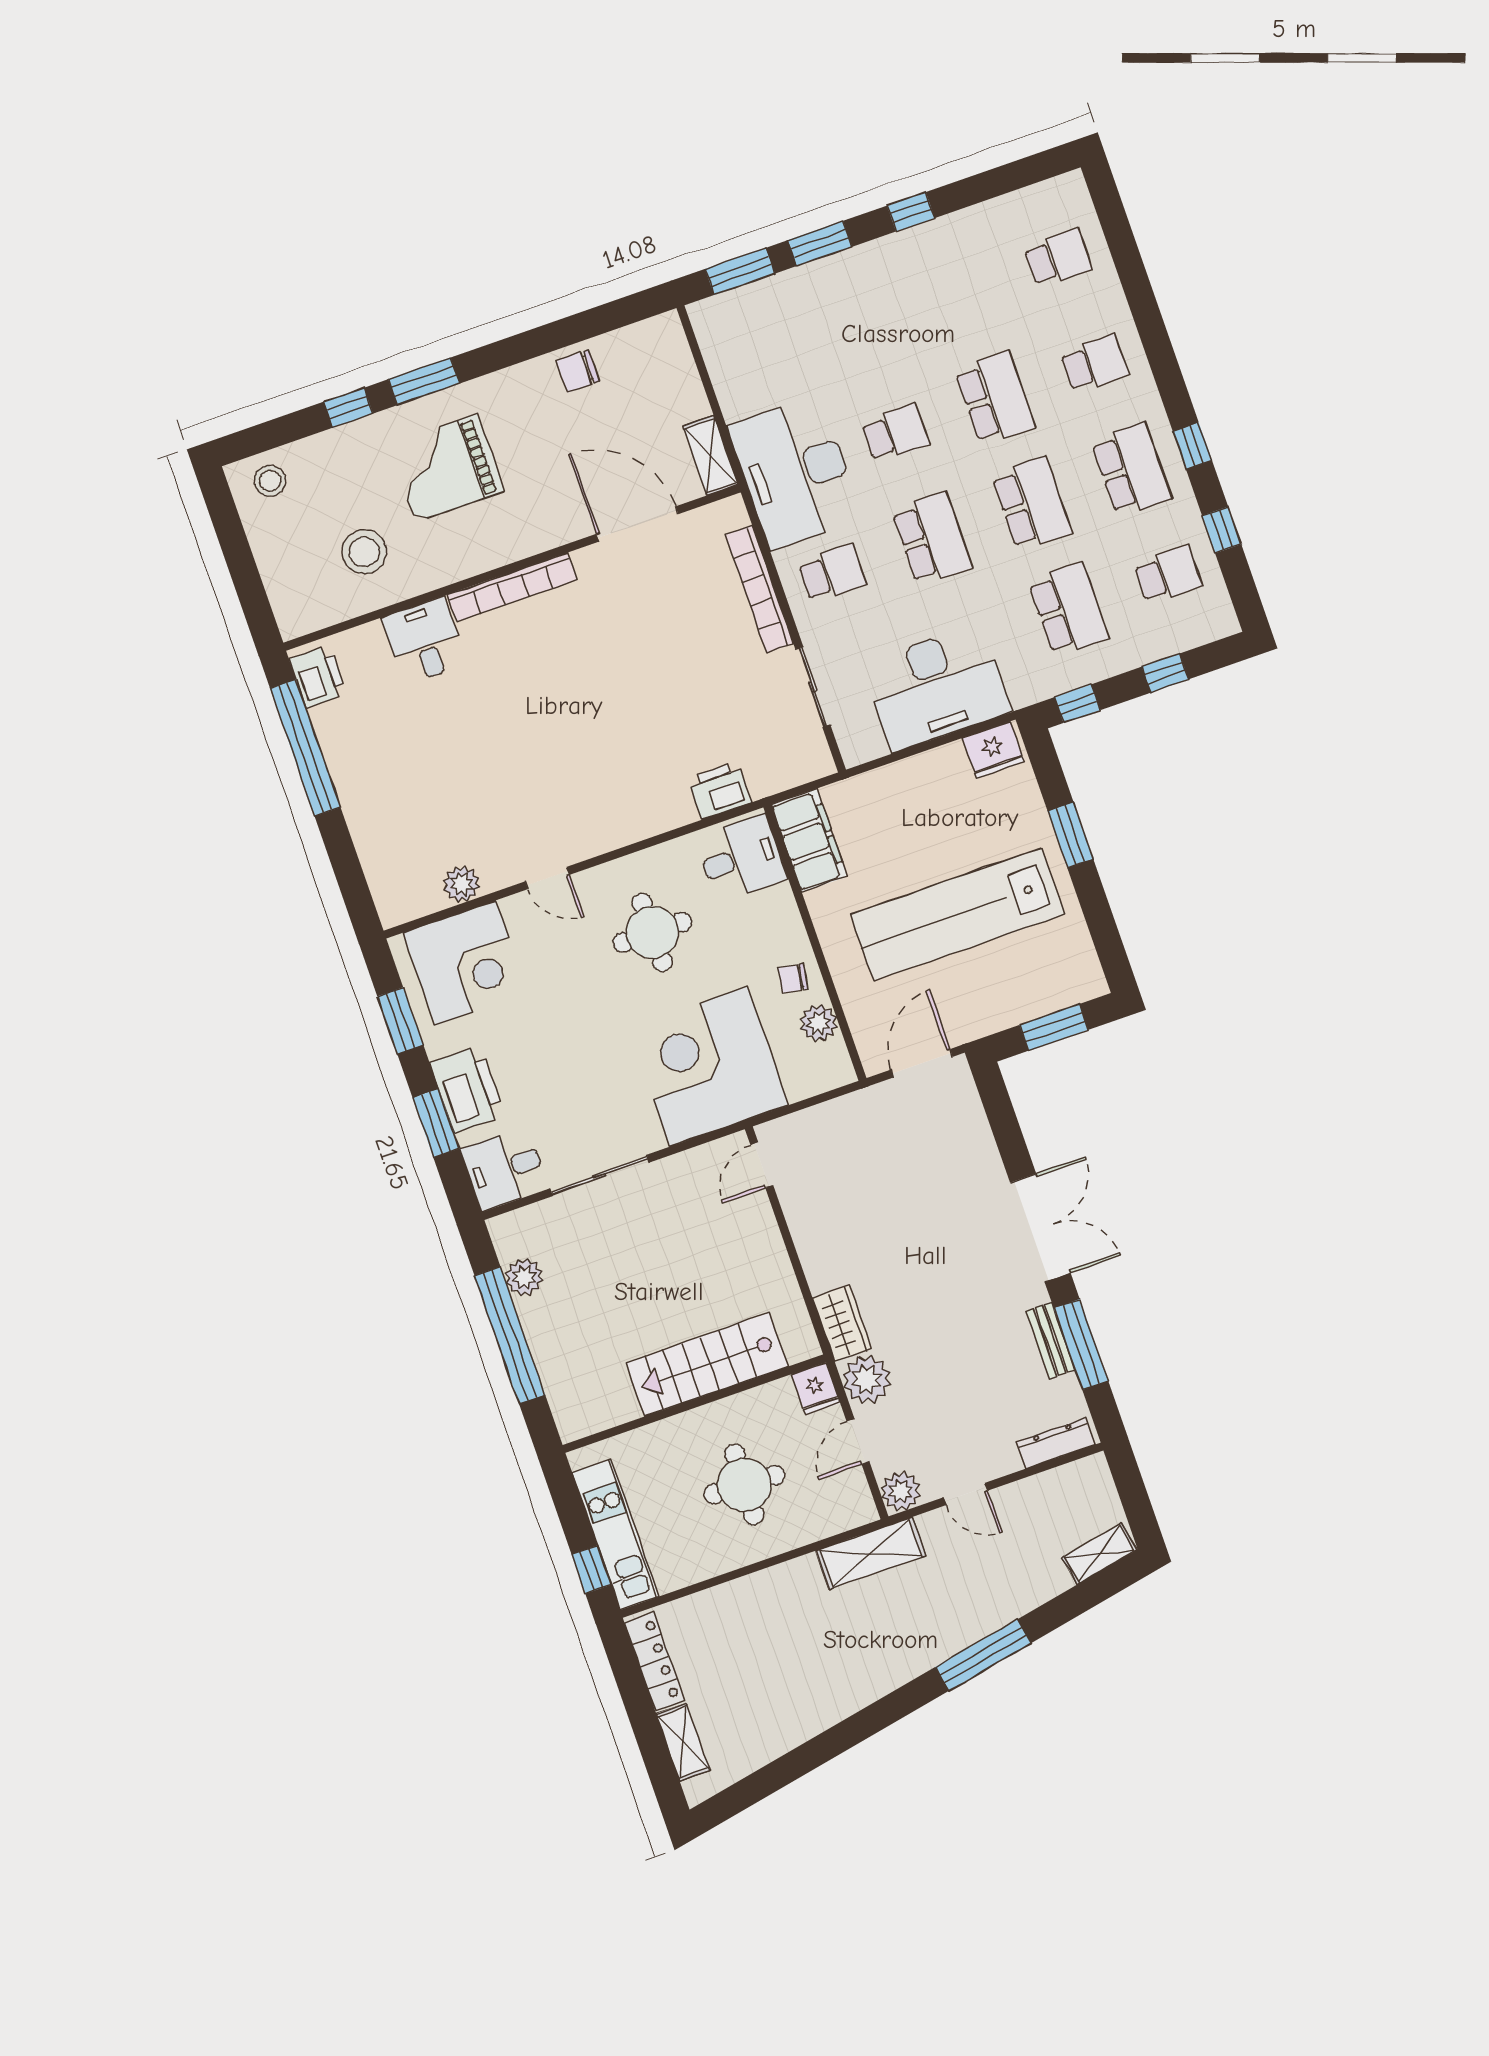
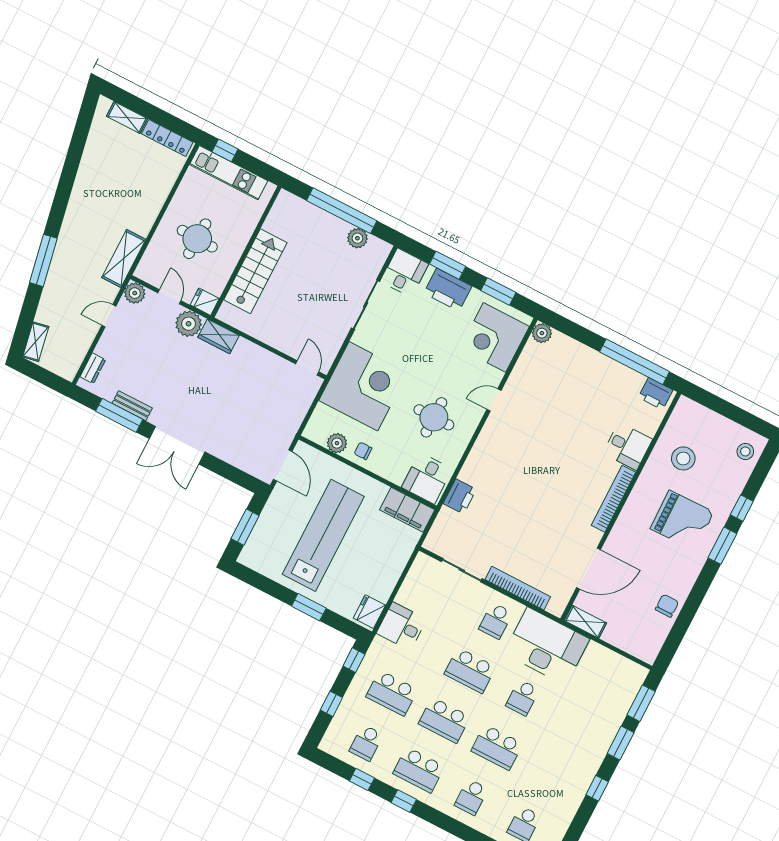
grand piano: (446, 468) -> (682, 520), turned 89
desk: (937, 688) -> (401, 626), width x0.53, depth x0.77
plant: (461, 884) -> (542, 333), moved
chair: (793, 979) -> (363, 451), turned -100
dresser: (1056, 1443) -> (93, 368), width x0.70

